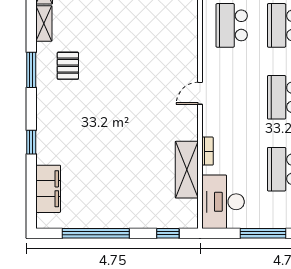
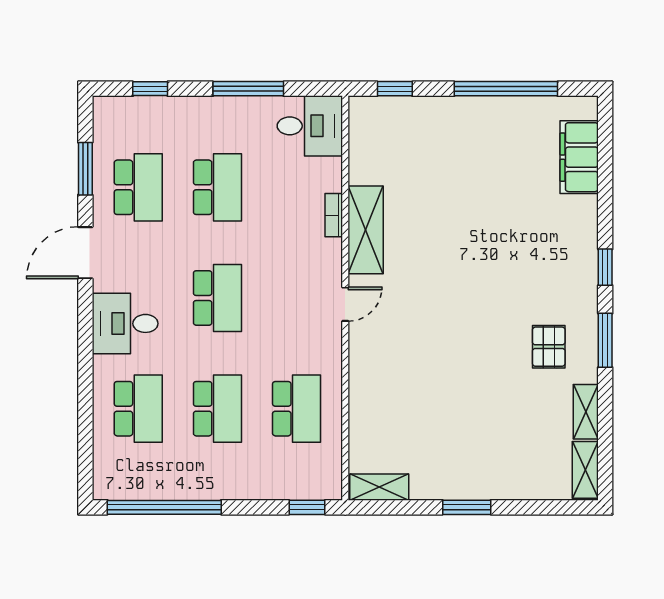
window: (31, 142) -> (605, 267), moved
shelving: (187, 170) -> (366, 230), moved
desk: (223, 202) -> (310, 126), width x0.73

